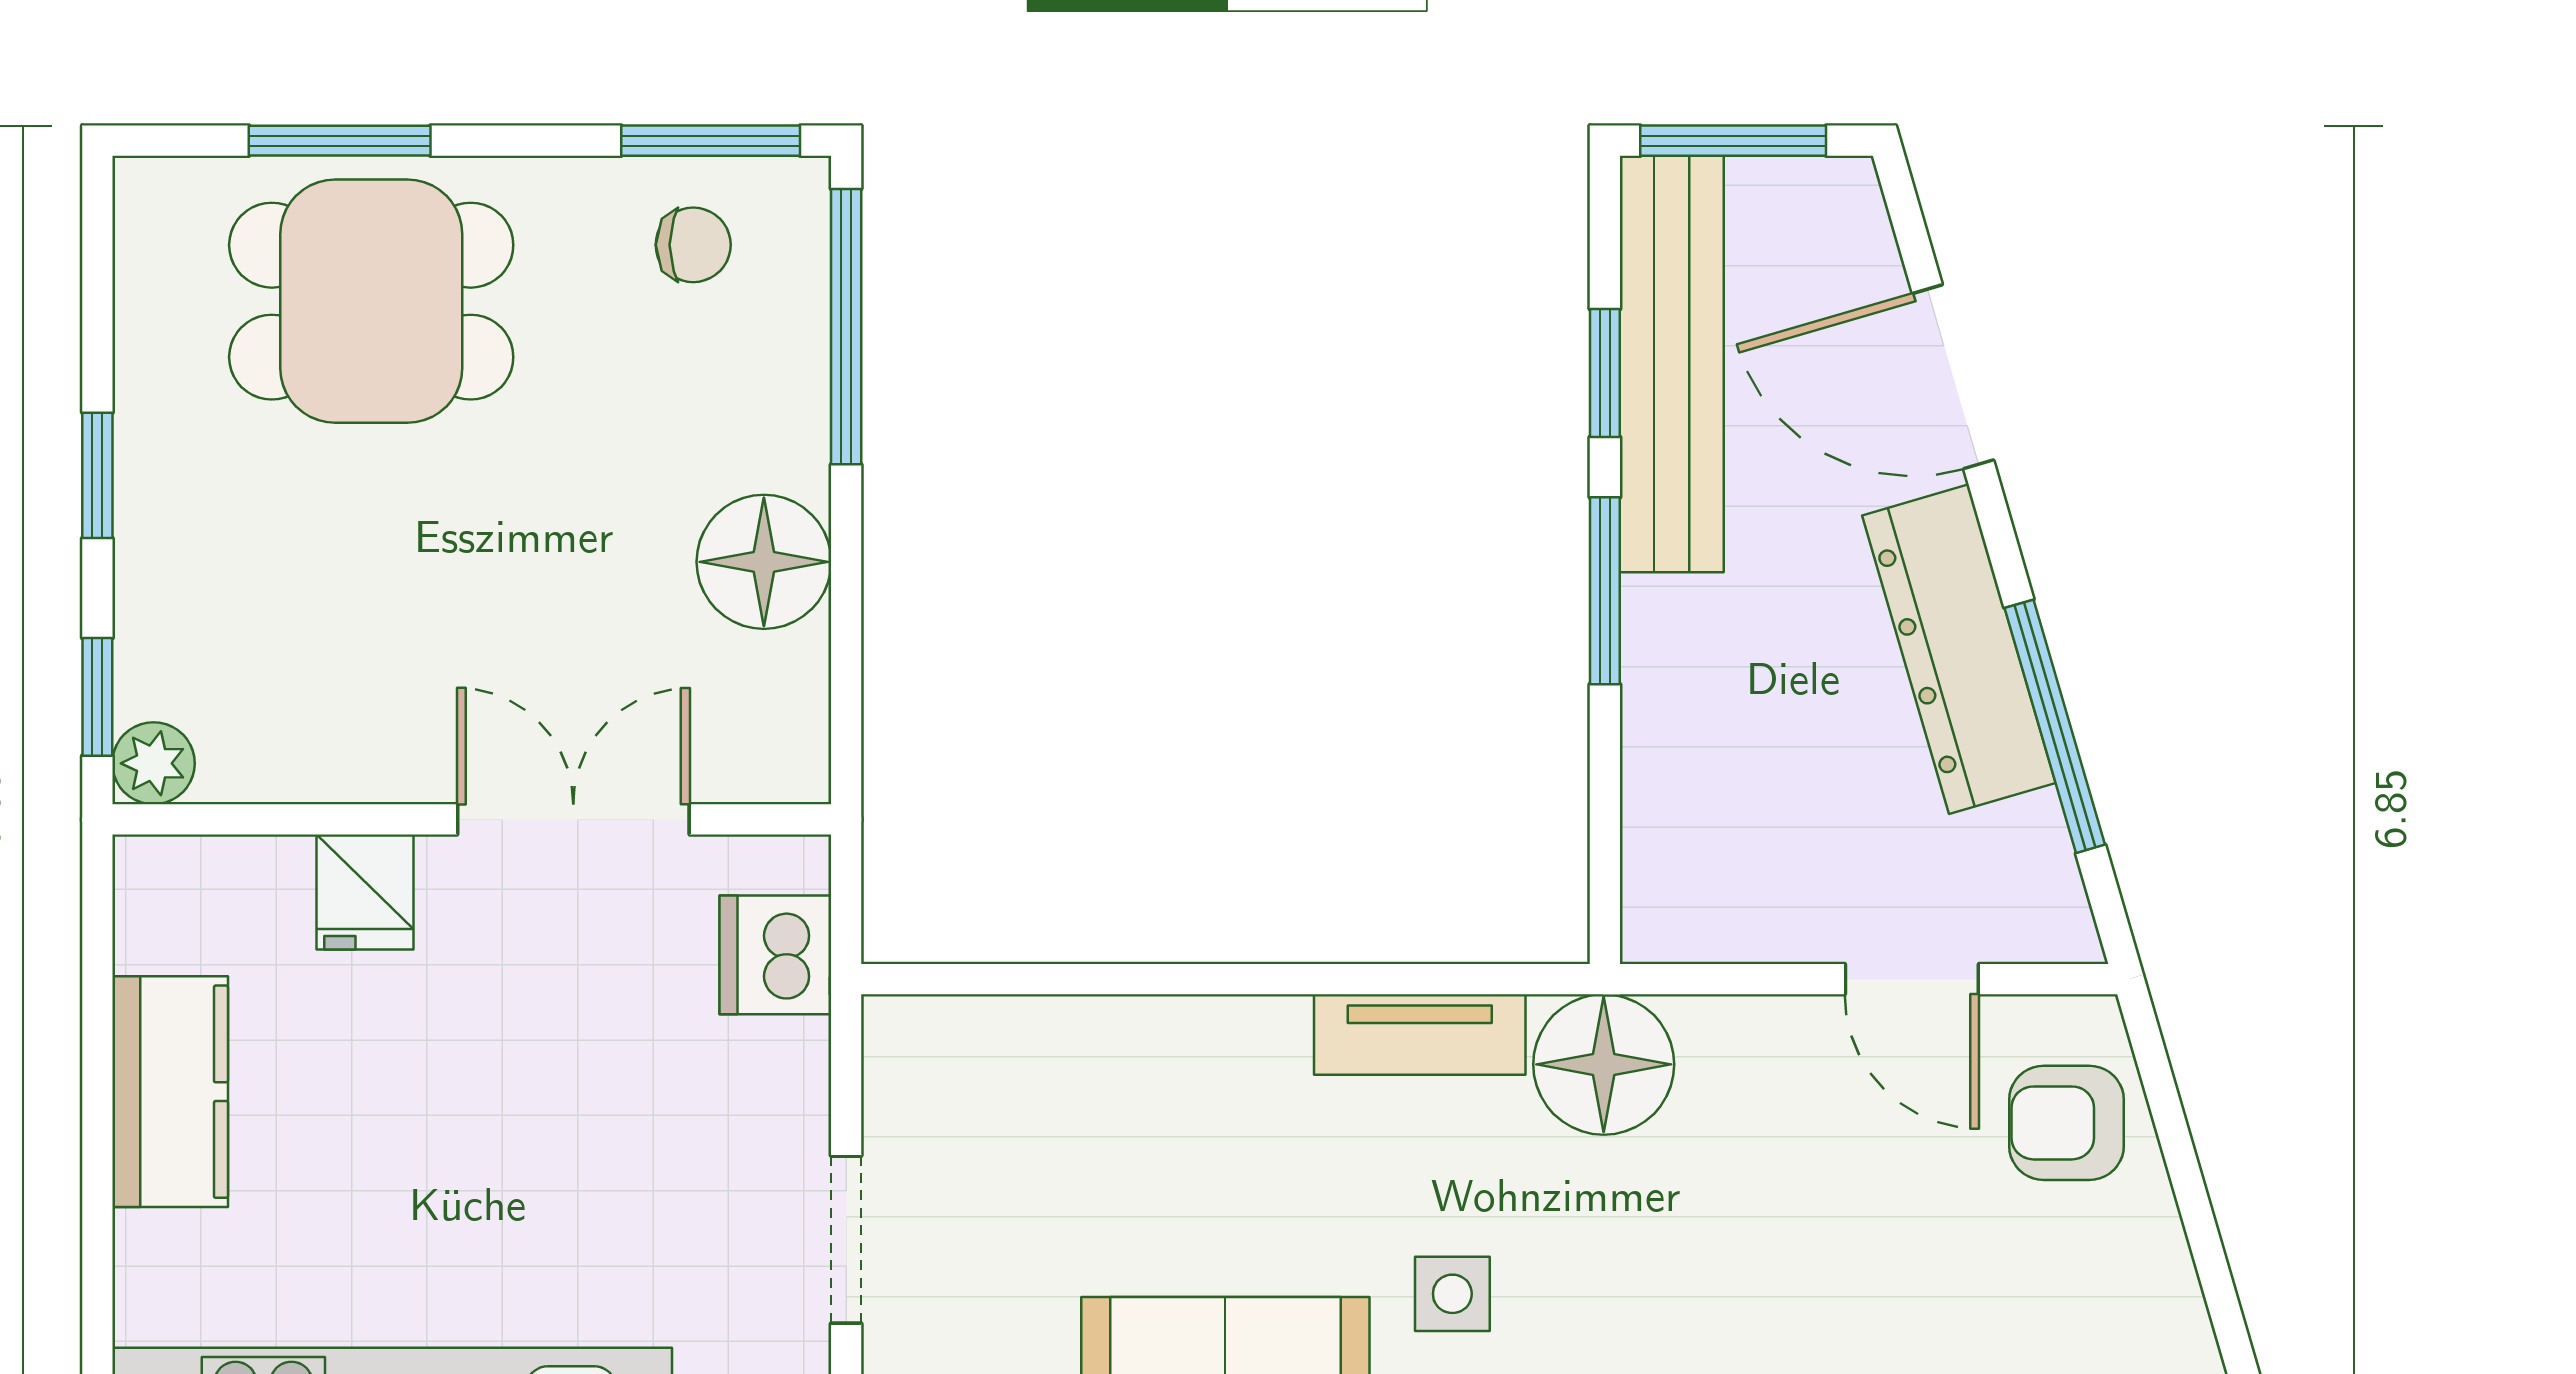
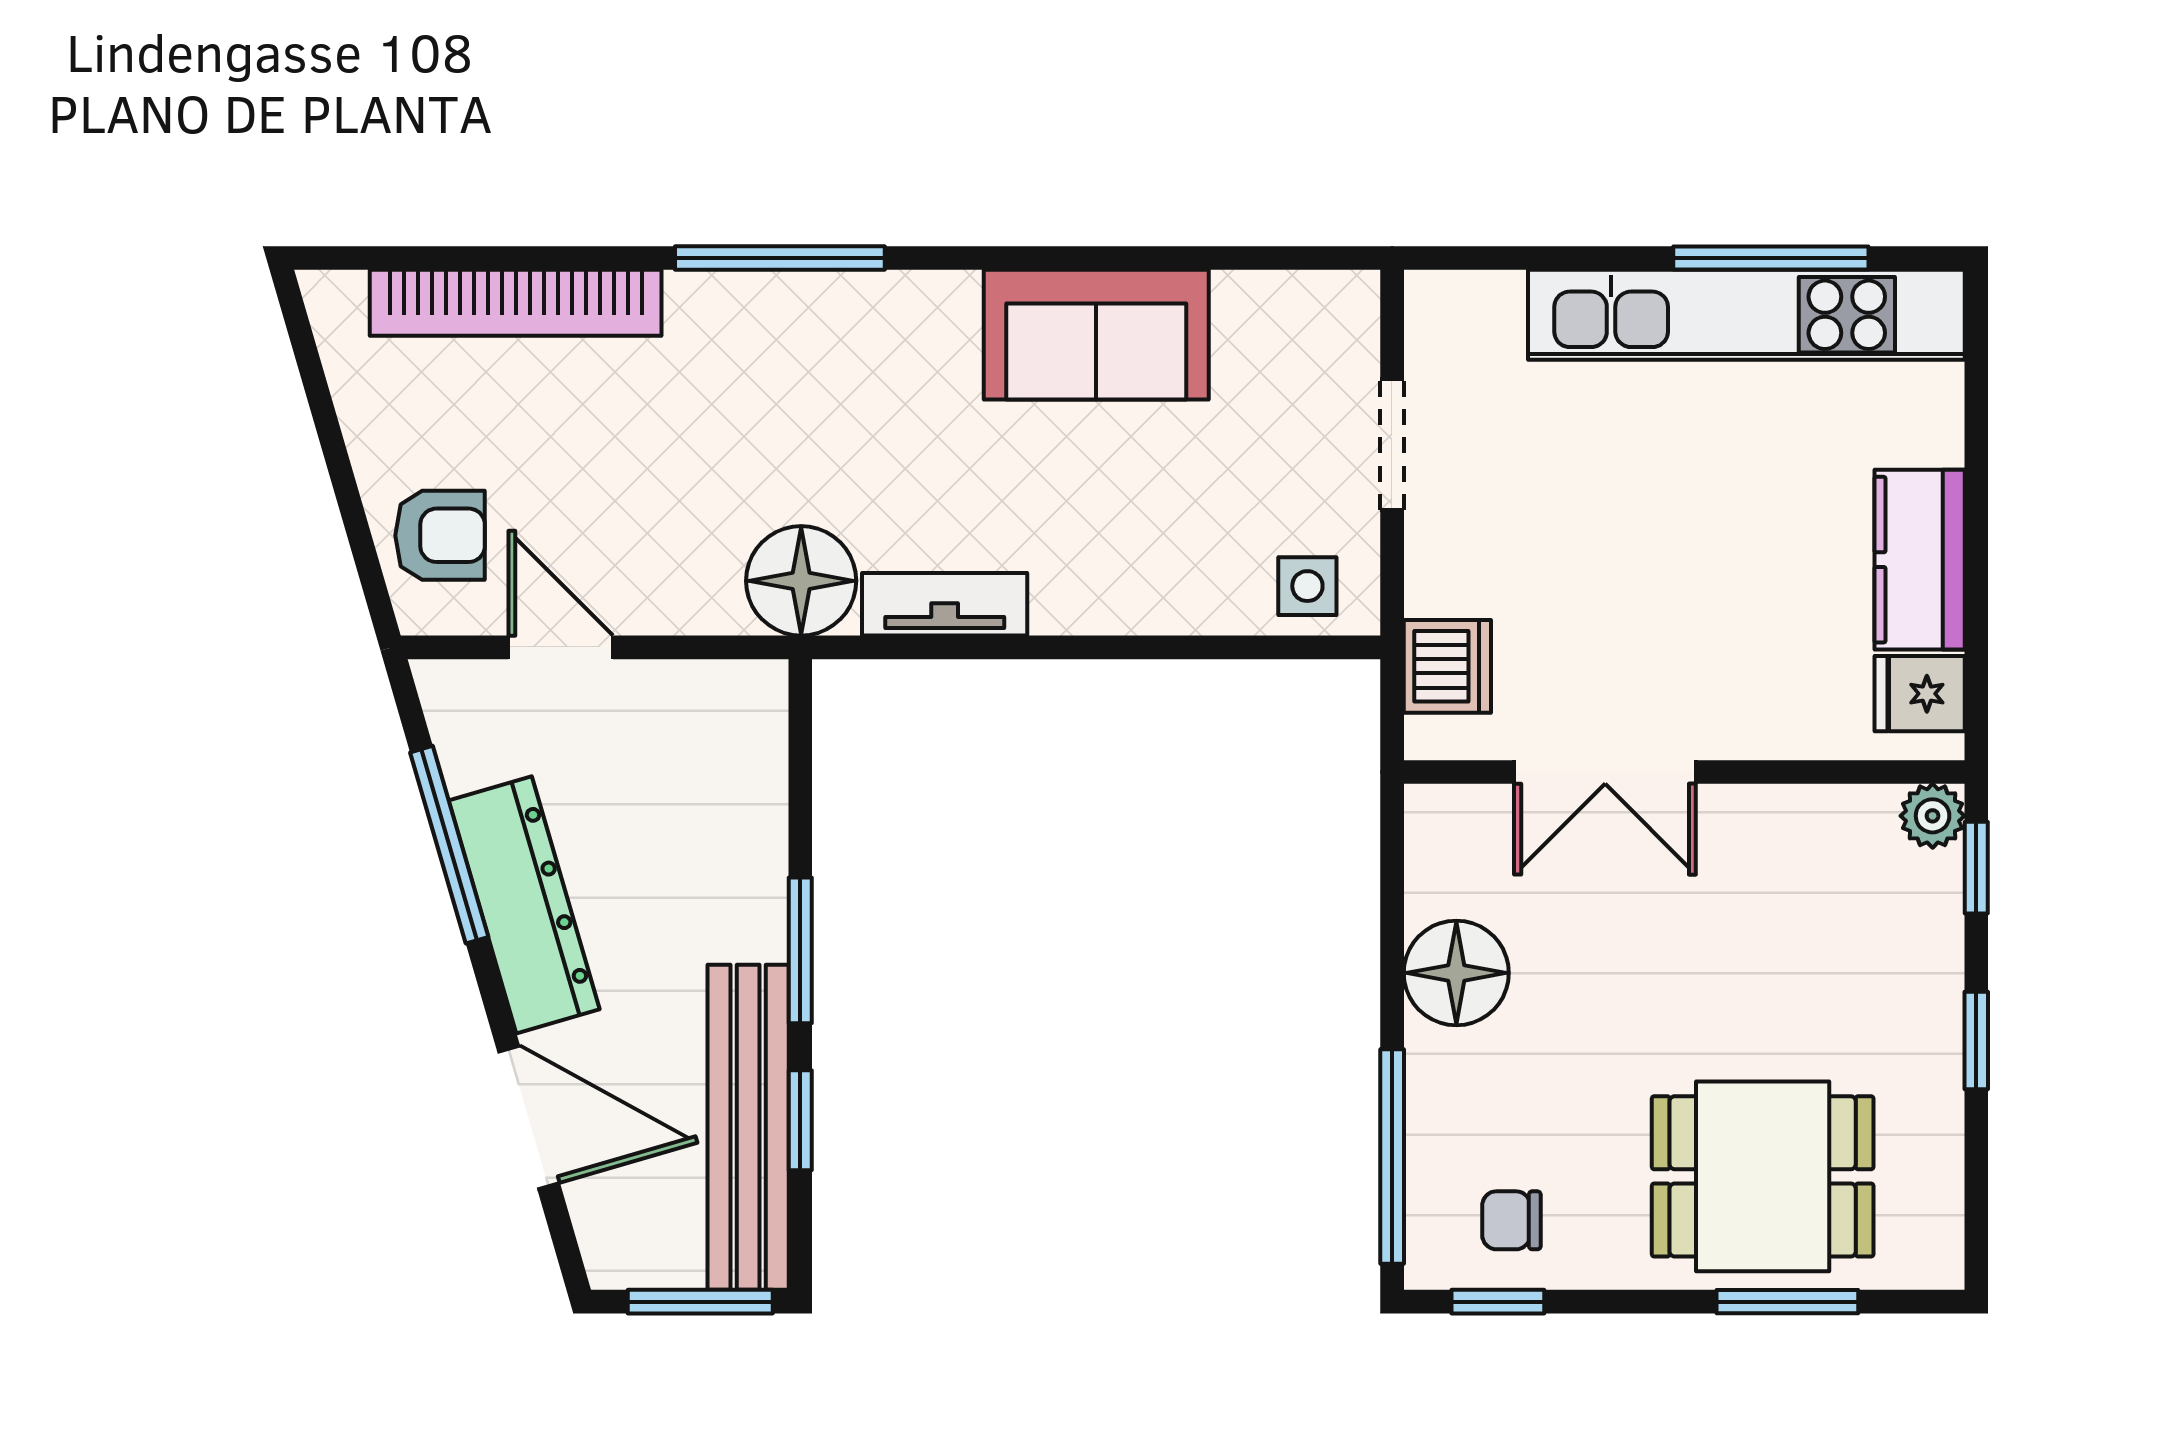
window: (711, 141) -> (1498, 1302), width x0.67
fridge: (365, 892) -> (1920, 694), moved, turned -90
side table: (1452, 1294) -> (1307, 586), moved

